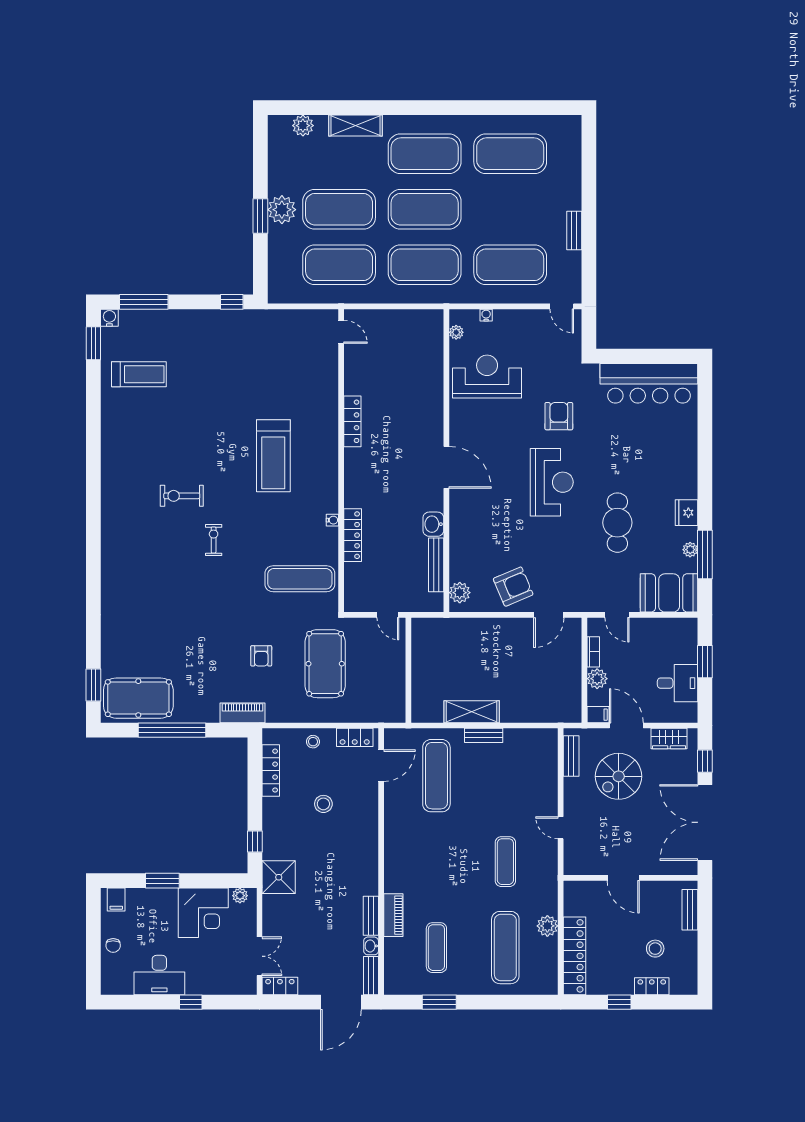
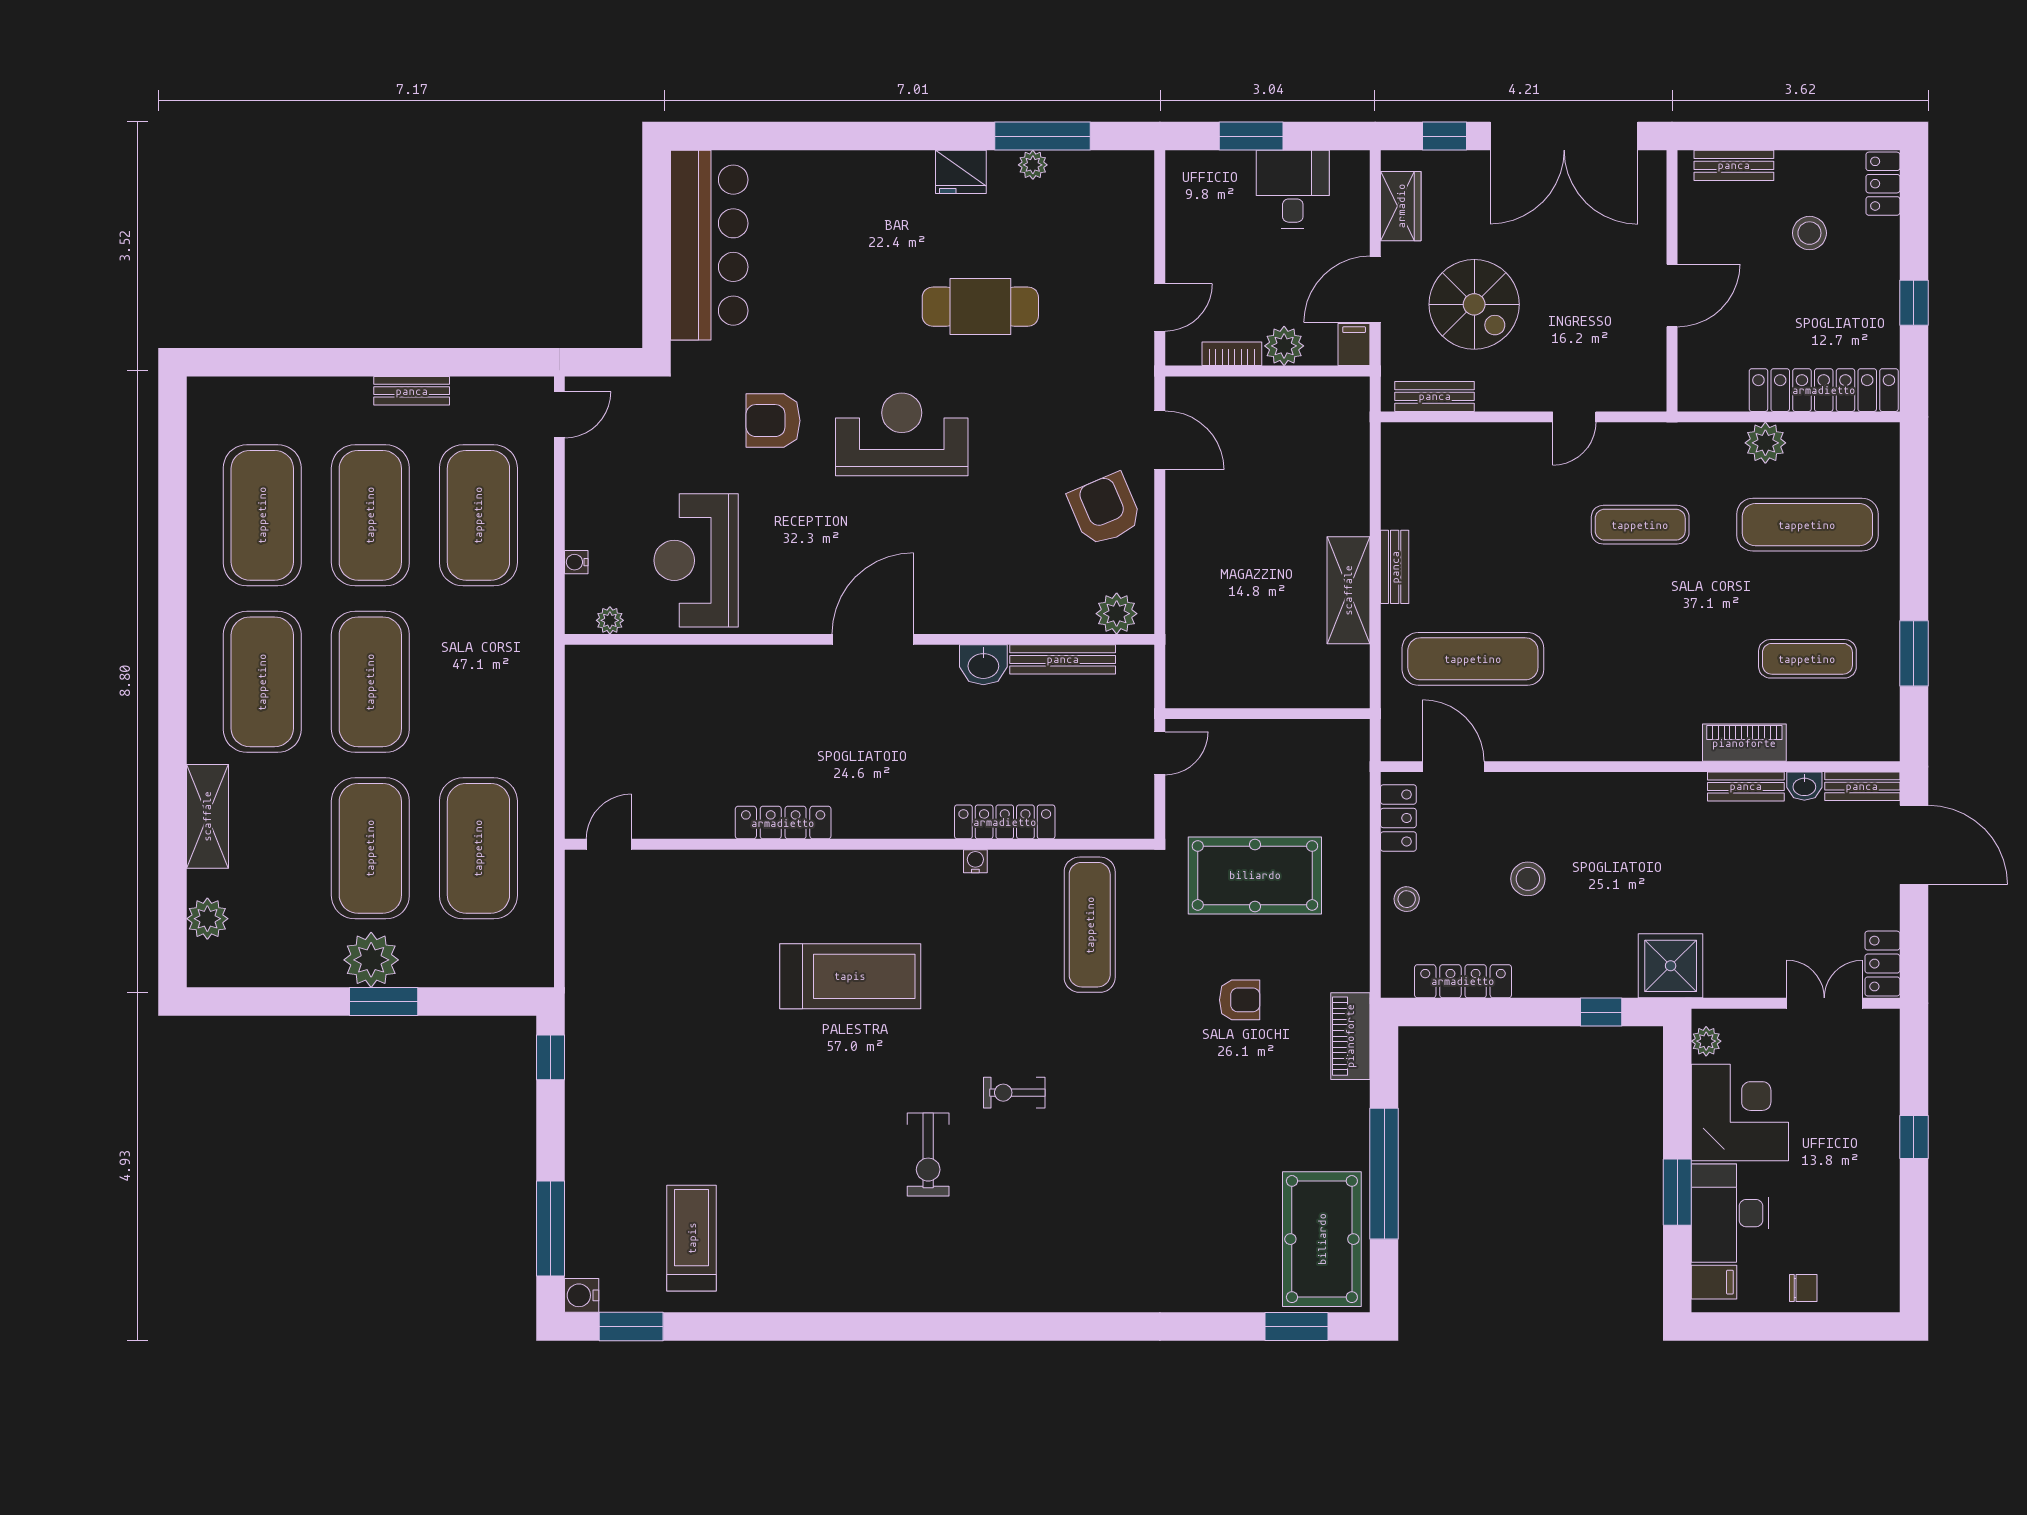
exercise mat: (425, 265) -> (370, 515), moved
booth: (669, 593) -> (1117, 206), removed
desk: (159, 975) -> (1730, 1213), moved, turned 180
locker: (652, 986) -> (1883, 184), moved

